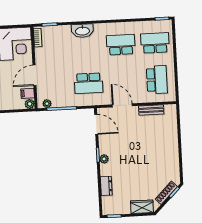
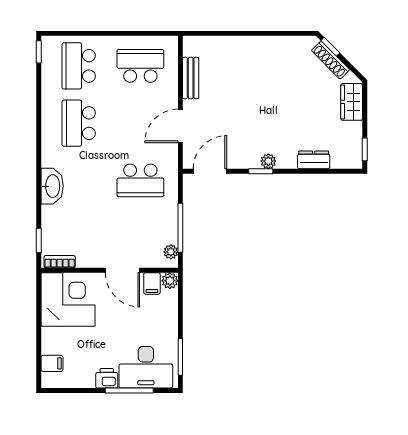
school desk: (89, 83) -> (140, 180), turned 90

